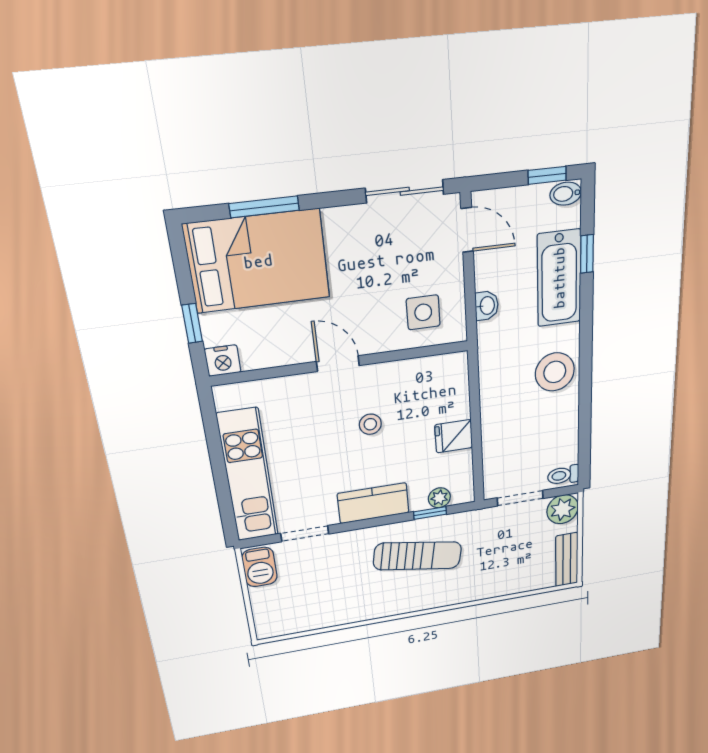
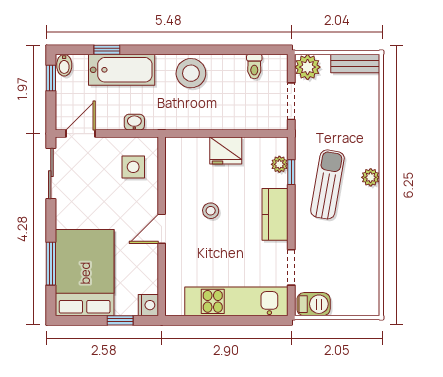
fridge: (454, 436) -> (226, 151), width x1.38
toilet: (563, 475) -> (254, 67), moved
plant: (430, 600) -> (371, 177), added

